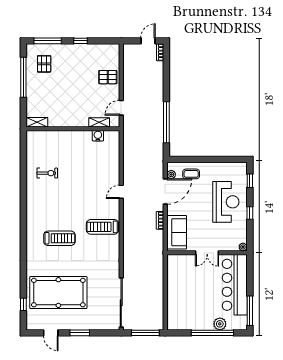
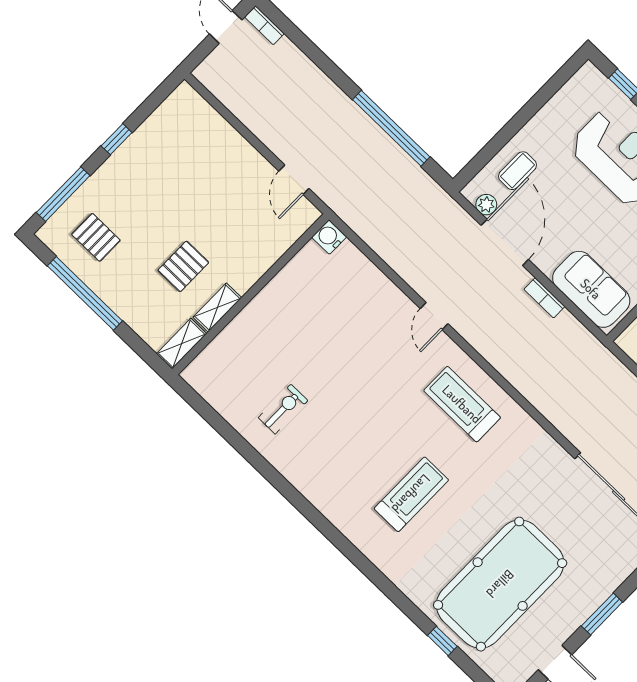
pallet: (108, 77) -> (183, 266), moved
shelving: (99, 122) -> (217, 308), moved
water cooler: (98, 136) -> (329, 237), moved
treadmill: (102, 227) -> (462, 404), turned 90
window: (23, 304) -> (442, 641), moved

